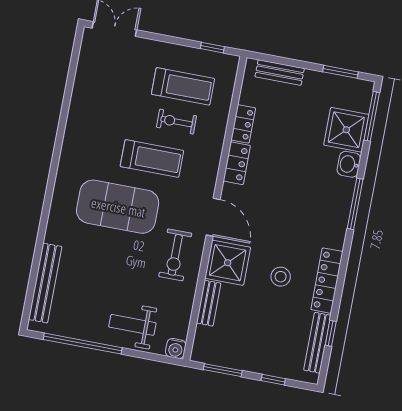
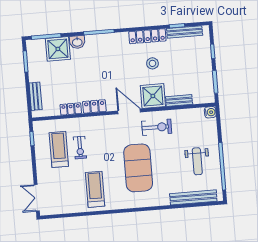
treadmill: (152, 158) -> (95, 189), moved
door: (213, 217) -> (129, 111), hinge flipped
weight bench: (132, 325) -> (197, 161), moved

